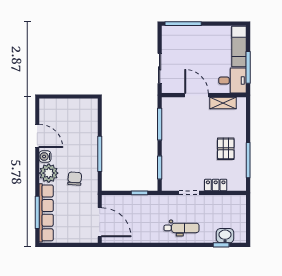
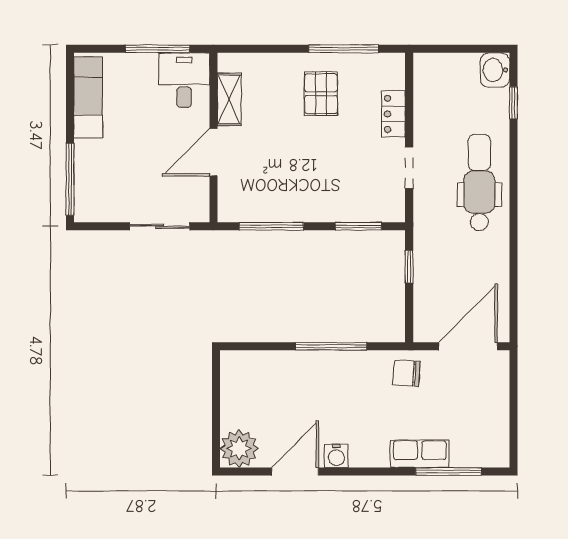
exam couch: (239, 46) -> (88, 97), moved, turned -90
pallet: (226, 149) -> (321, 94), turned 90
plant: (49, 173) -> (239, 449), moved
chair: (75, 179) -> (406, 373), moved
row of seats: (46, 213) -> (420, 454), width x0.50
dental chair: (181, 228) -> (479, 182), width x1.36, depth x1.38
washbasin: (225, 236) -> (495, 70), moved

